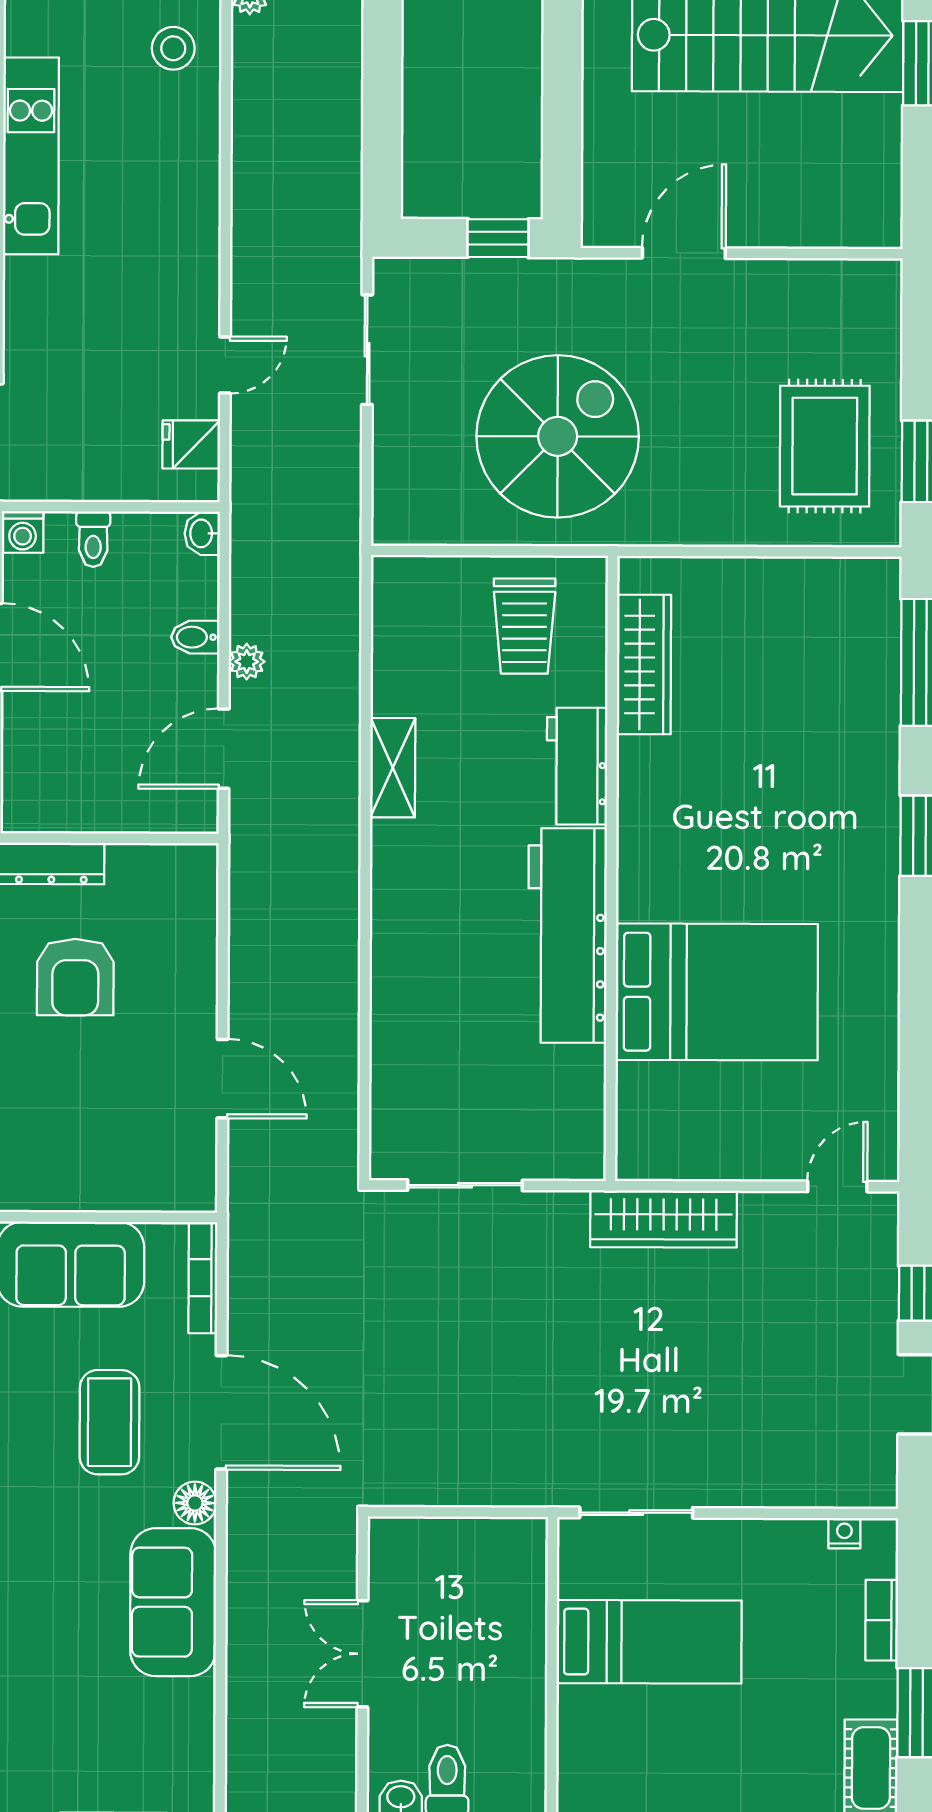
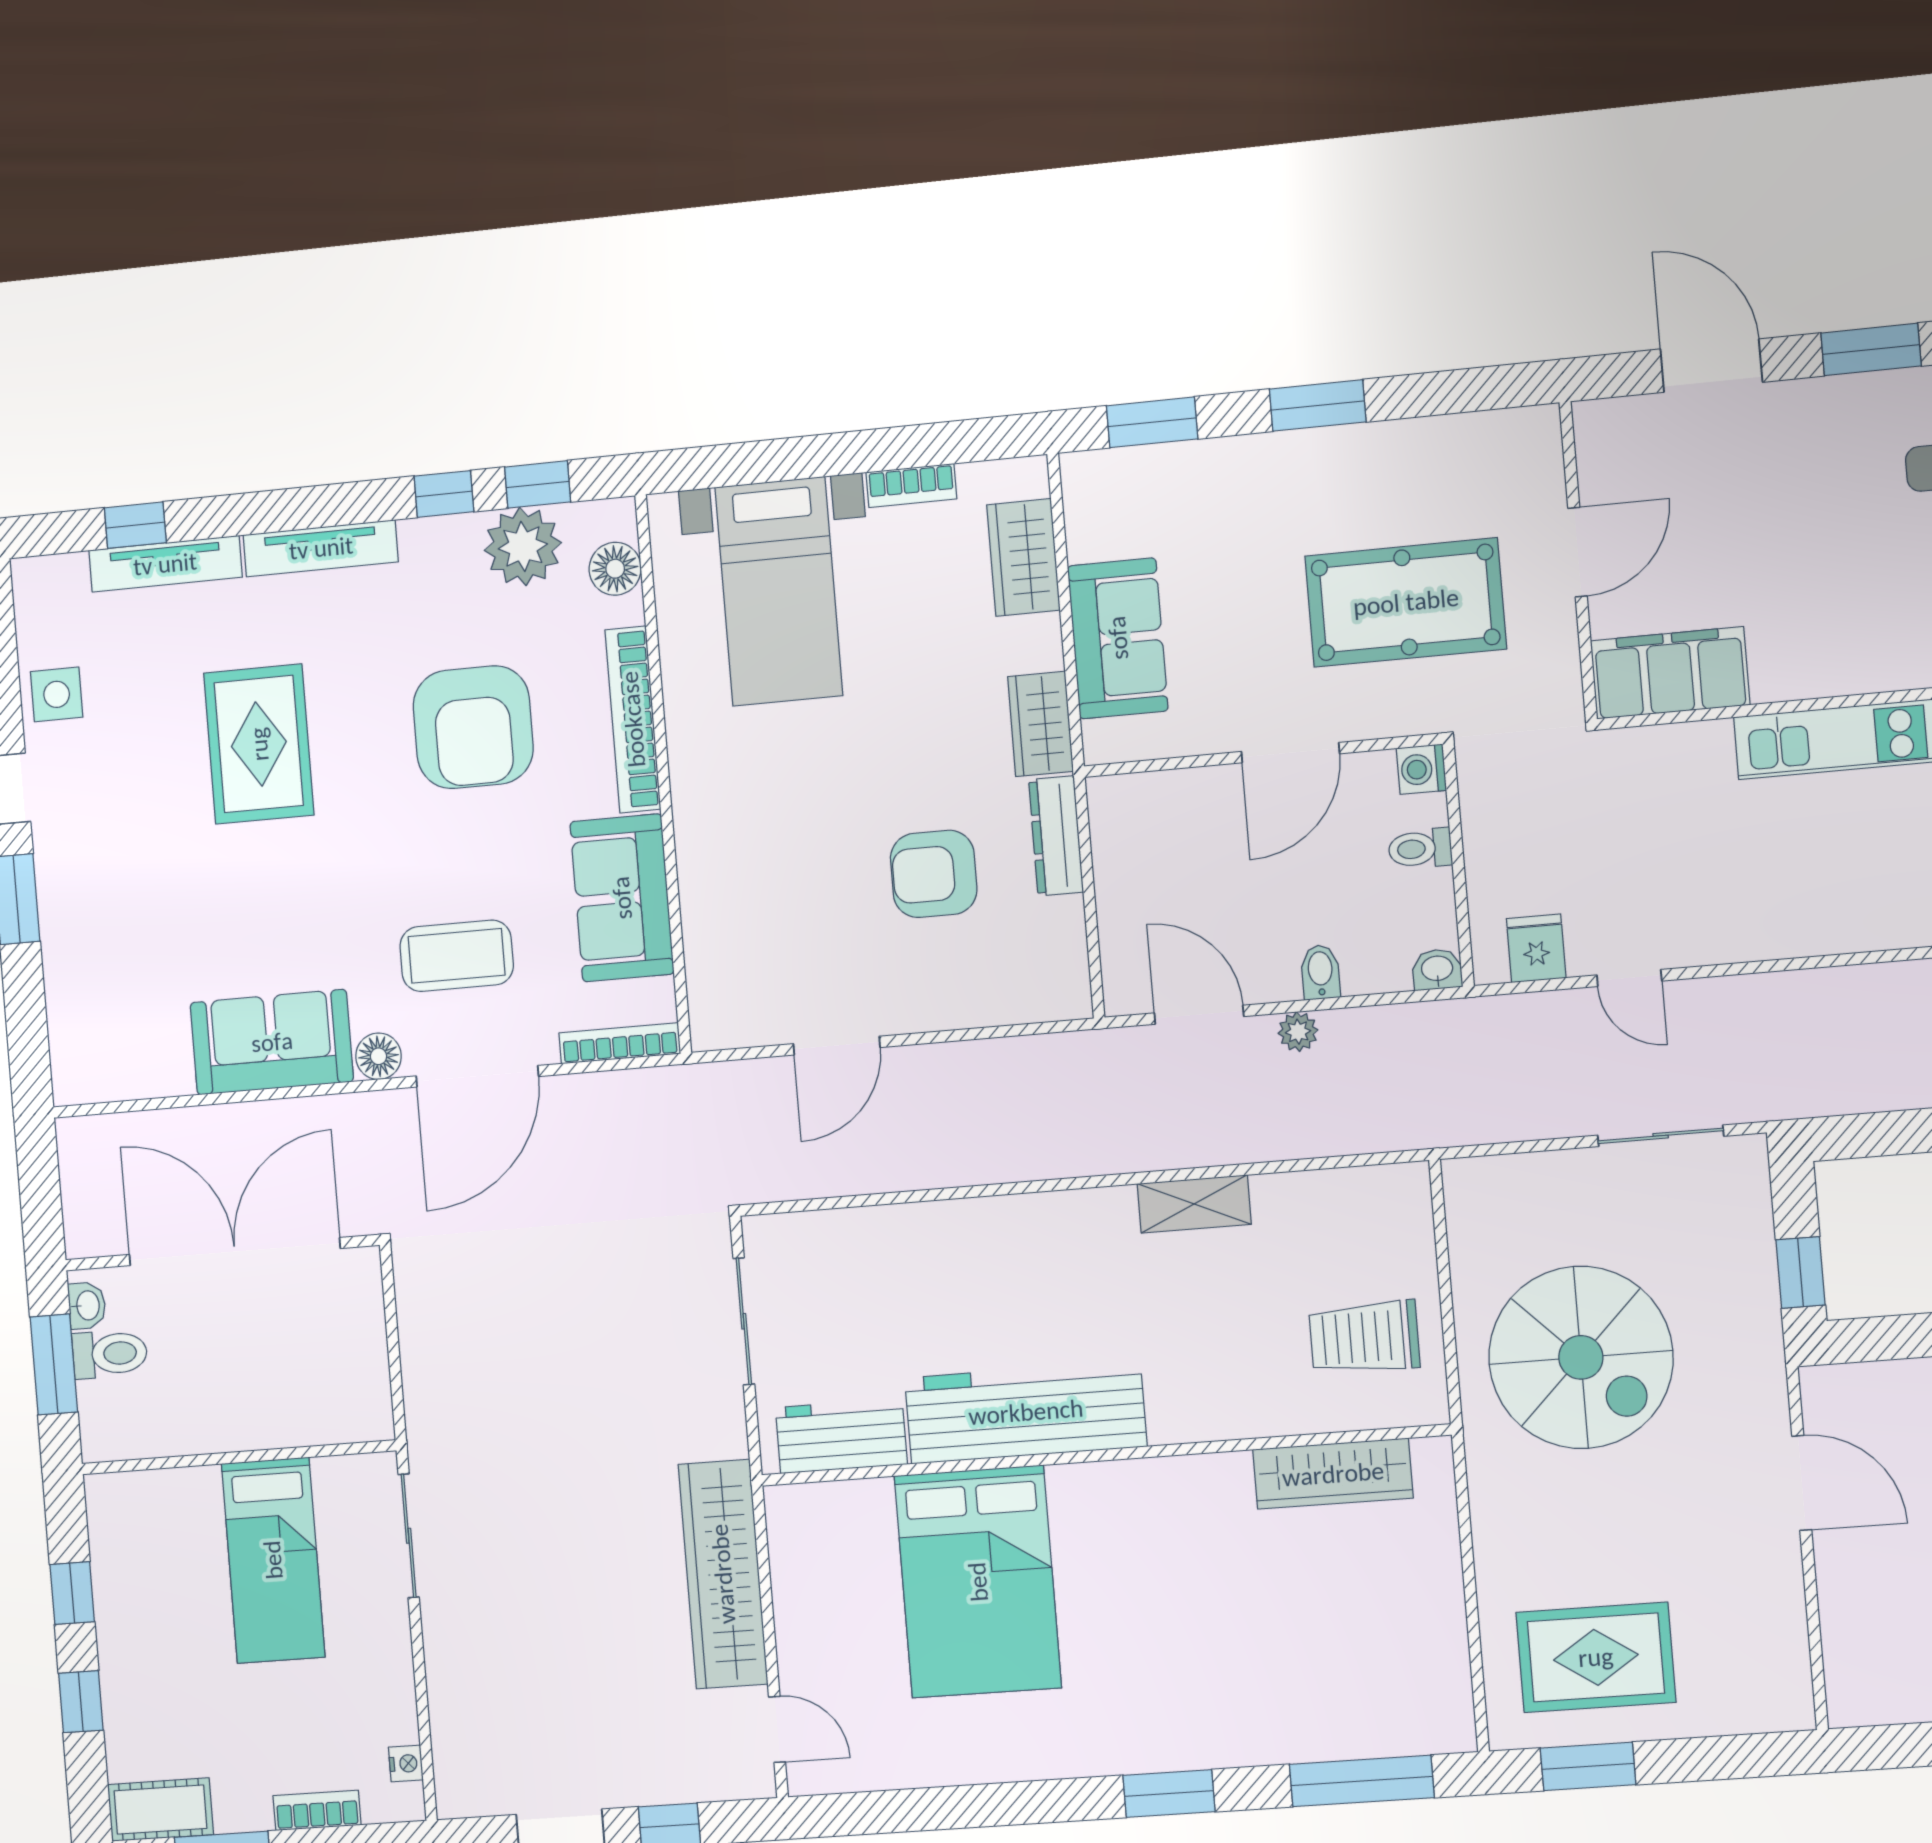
workbench: (577, 766) -> (841, 1436), moved
wardrobe: (664, 1219) -> (723, 1574), width x1.40, depth x1.17
double door: (363, 1654) -> (235, 1252), width x1.87

